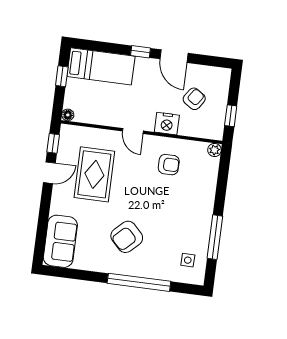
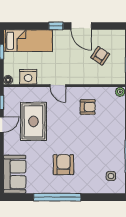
nightstand: (167, 124) -> (28, 77), moved
armchair: (127, 237) -> (63, 165), turned 134
window: (139, 282) -> (57, 197), moved

